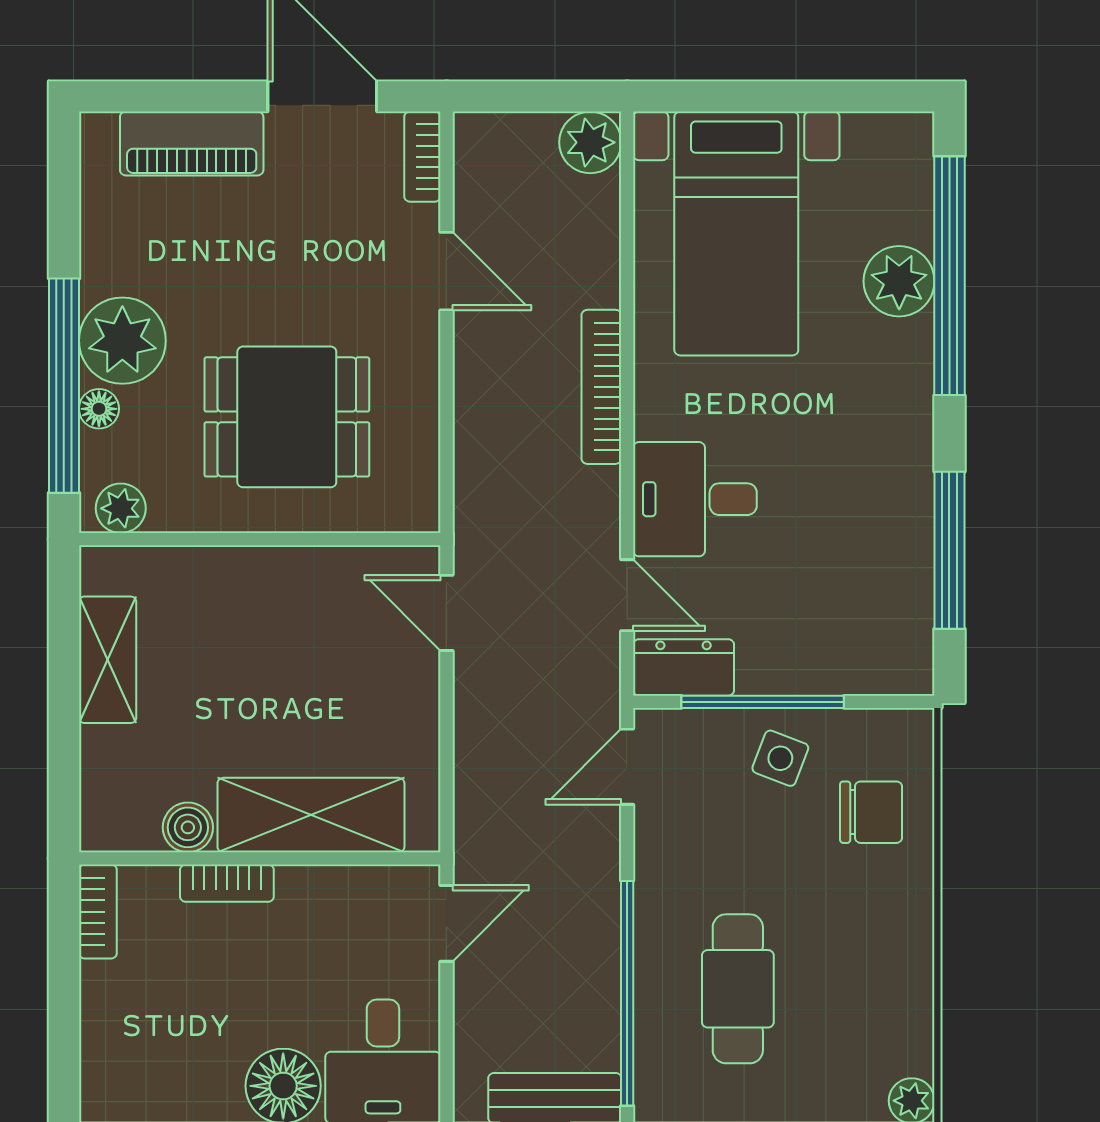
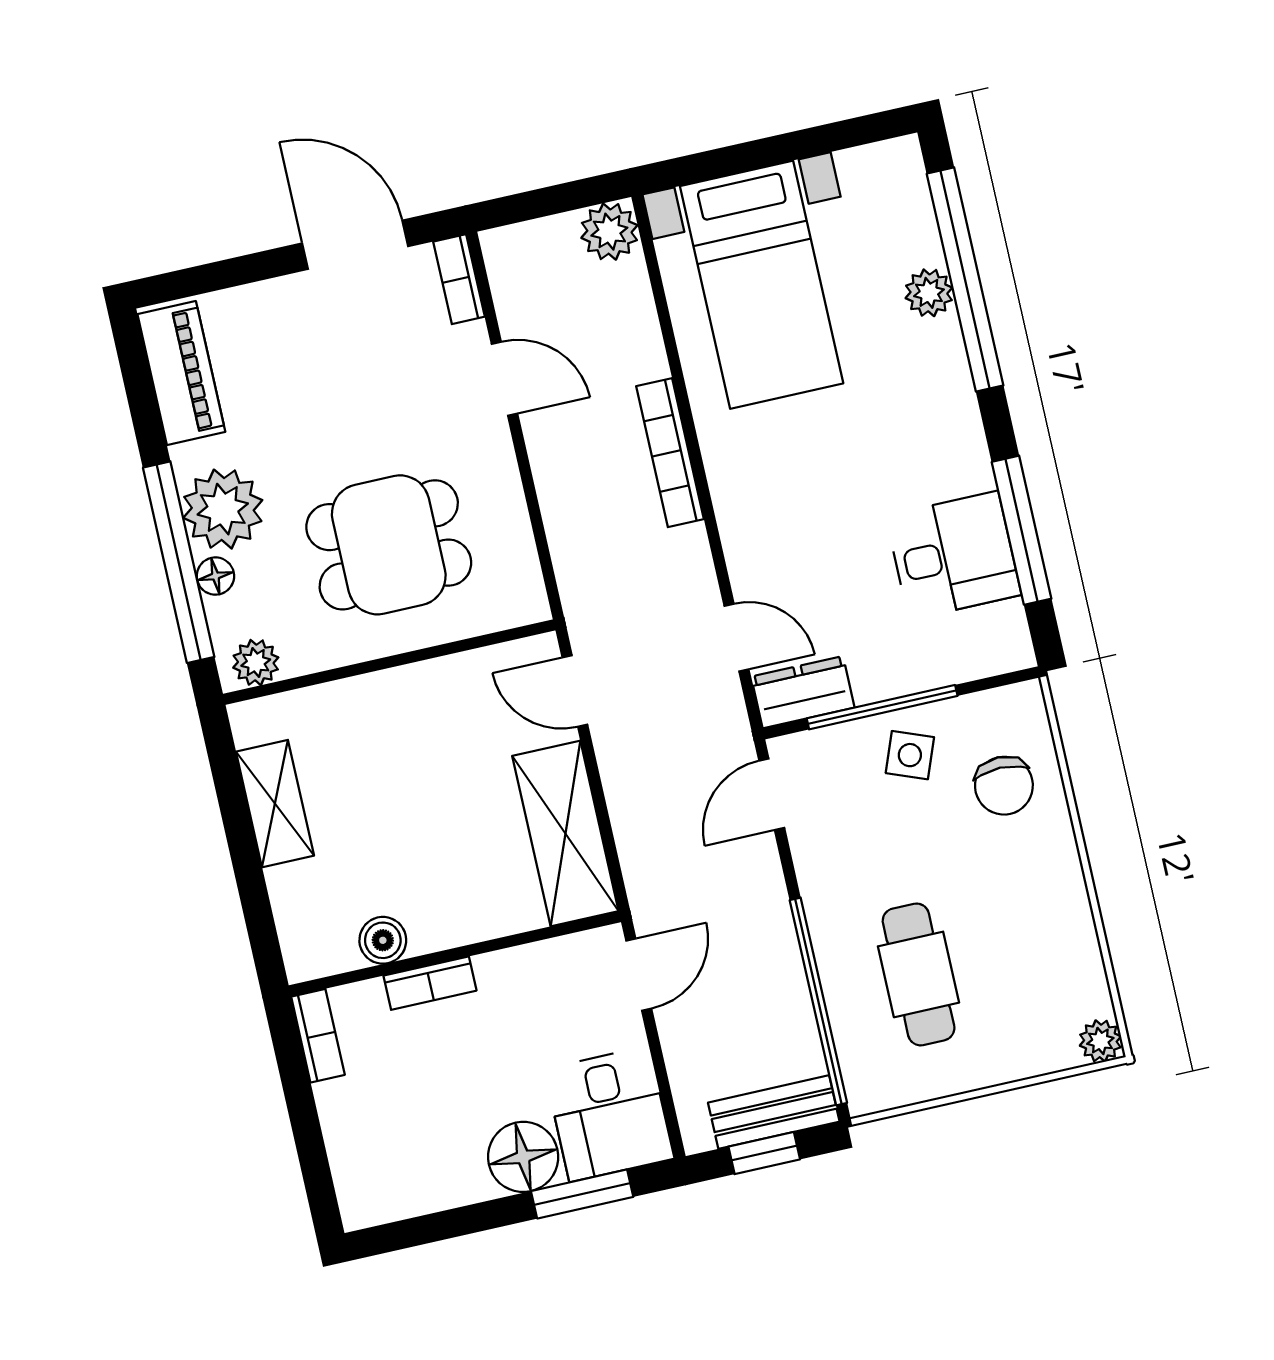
piano: (192, 144) -> (181, 373), moved, turned -90
plant: (899, 281) -> (929, 293), width x0.73, depth x0.73
desk: (695, 499) -> (954, 555), moved, turned 180
chair: (871, 812) -> (1004, 786), turned 90
shelving: (311, 815) -> (565, 834), moved, turned 90

